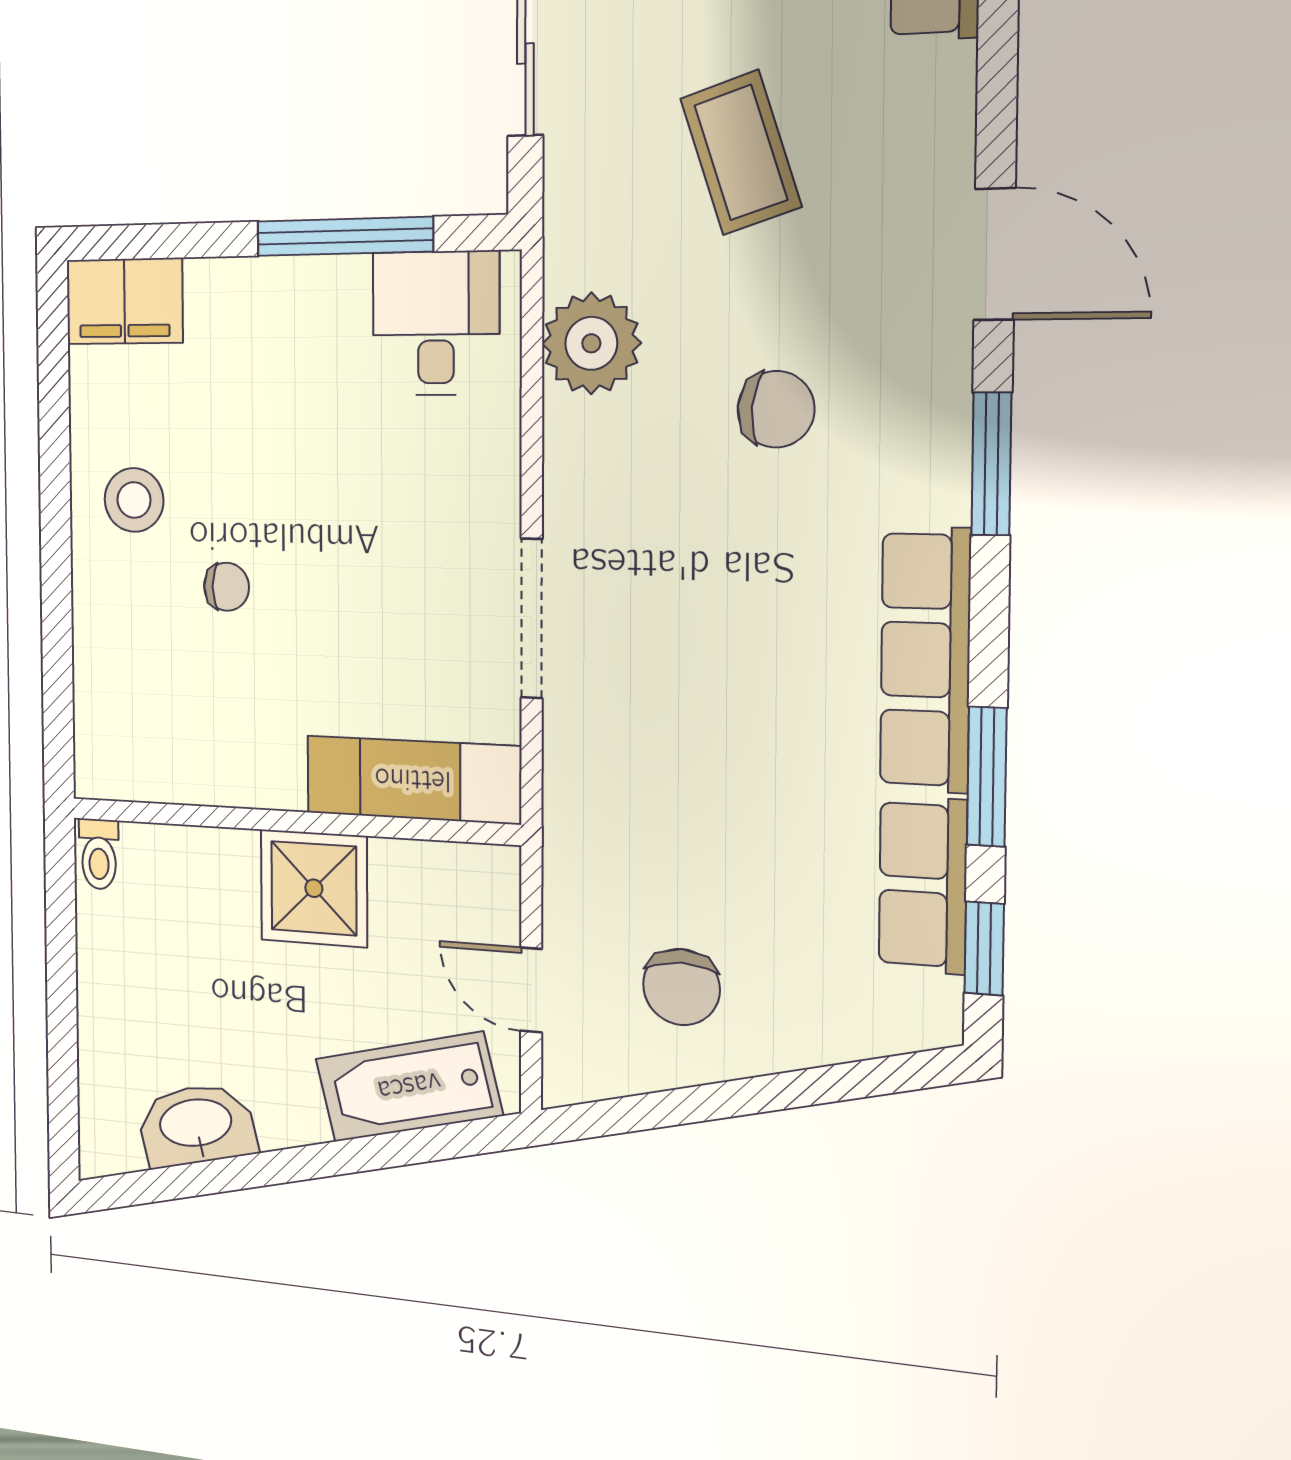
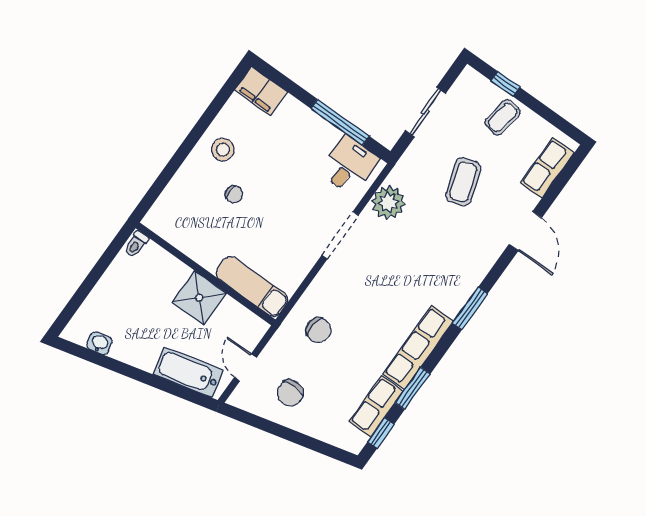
door: (994, 254) -> (525, 231), moved
chair: (776, 409) -> (319, 330), moved
doorway: (532, 618) -> (340, 235), moved
washbasin: (196, 1125) -> (100, 343), width x0.52, depth x0.69

